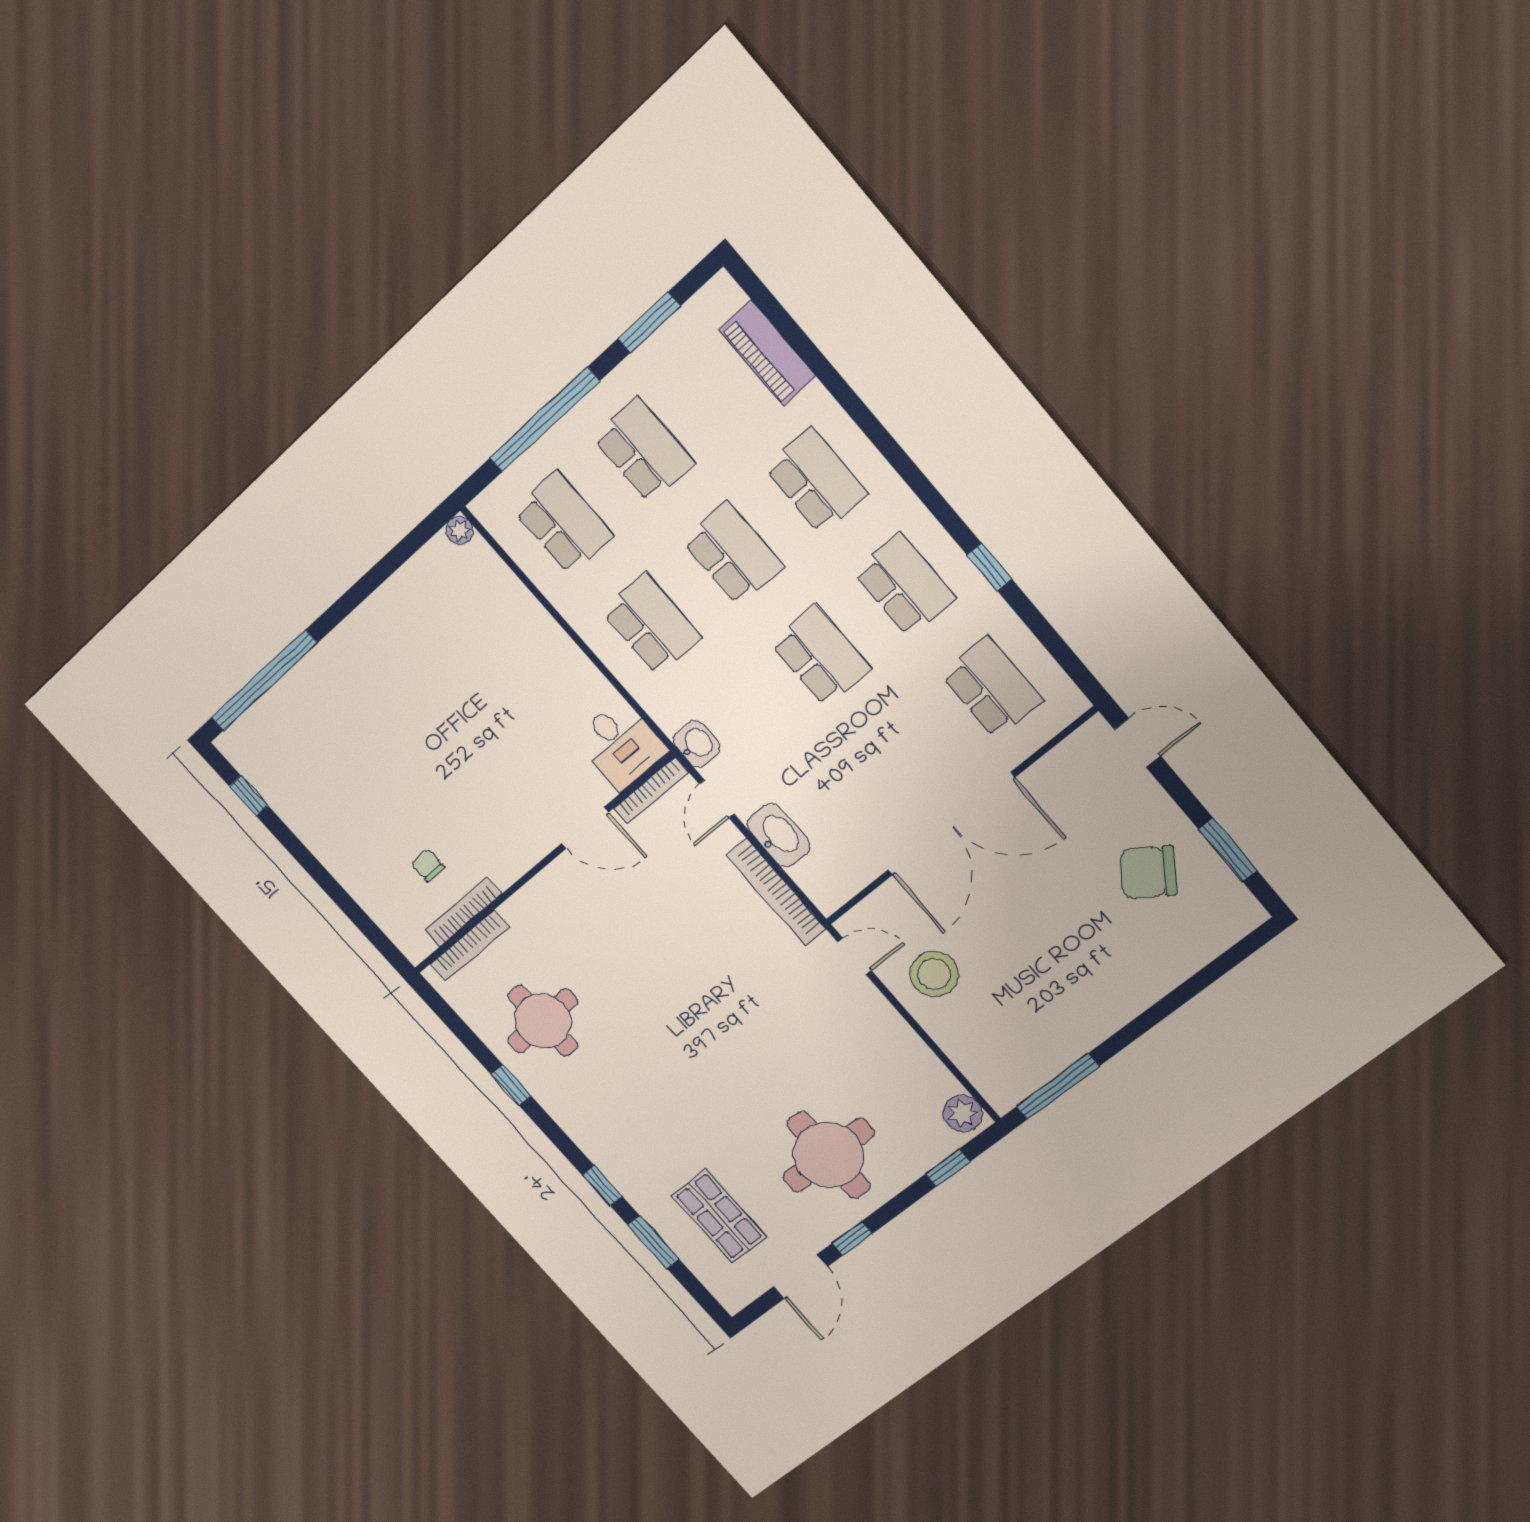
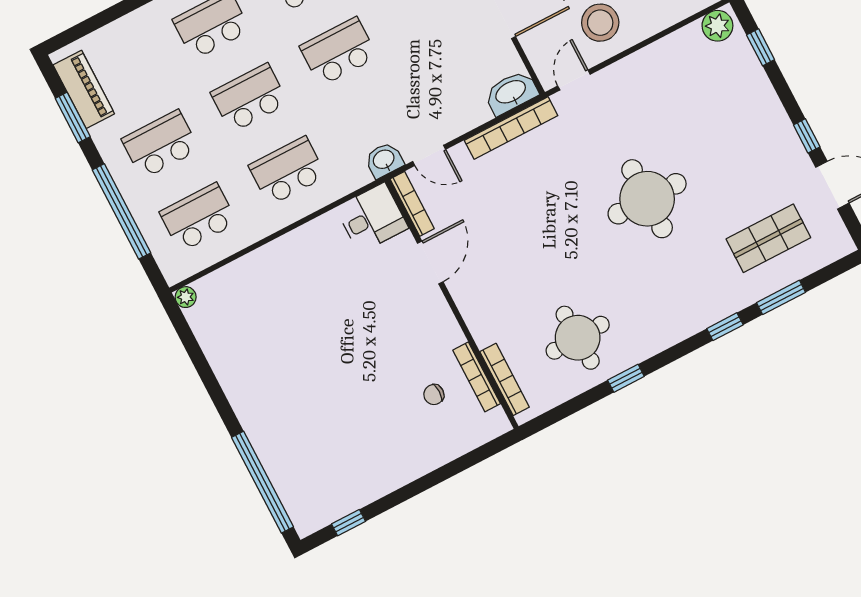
piano: (767, 353) -> (84, 89), moved, turned -90
washbasin: (779, 835) -> (511, 93), moved
round table: (829, 1155) -> (647, 199), moved

